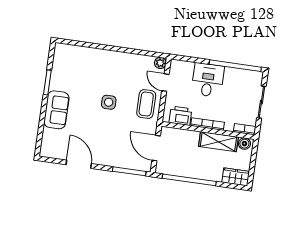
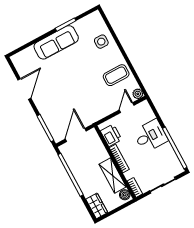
side table: (109, 102) -> (101, 42), moved
coffee table: (146, 104) -> (116, 75), moved
sofa: (56, 110) -> (56, 42), width x1.36

